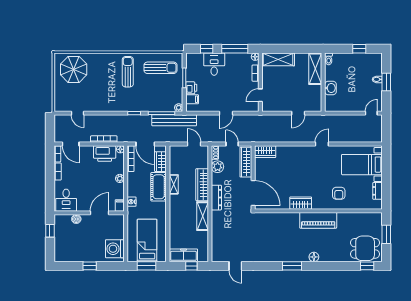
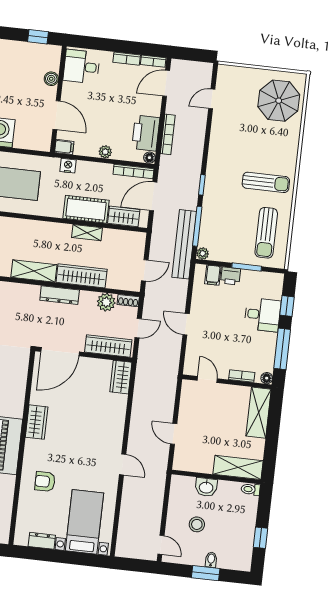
stool: (355, 91) -> (197, 524), added

